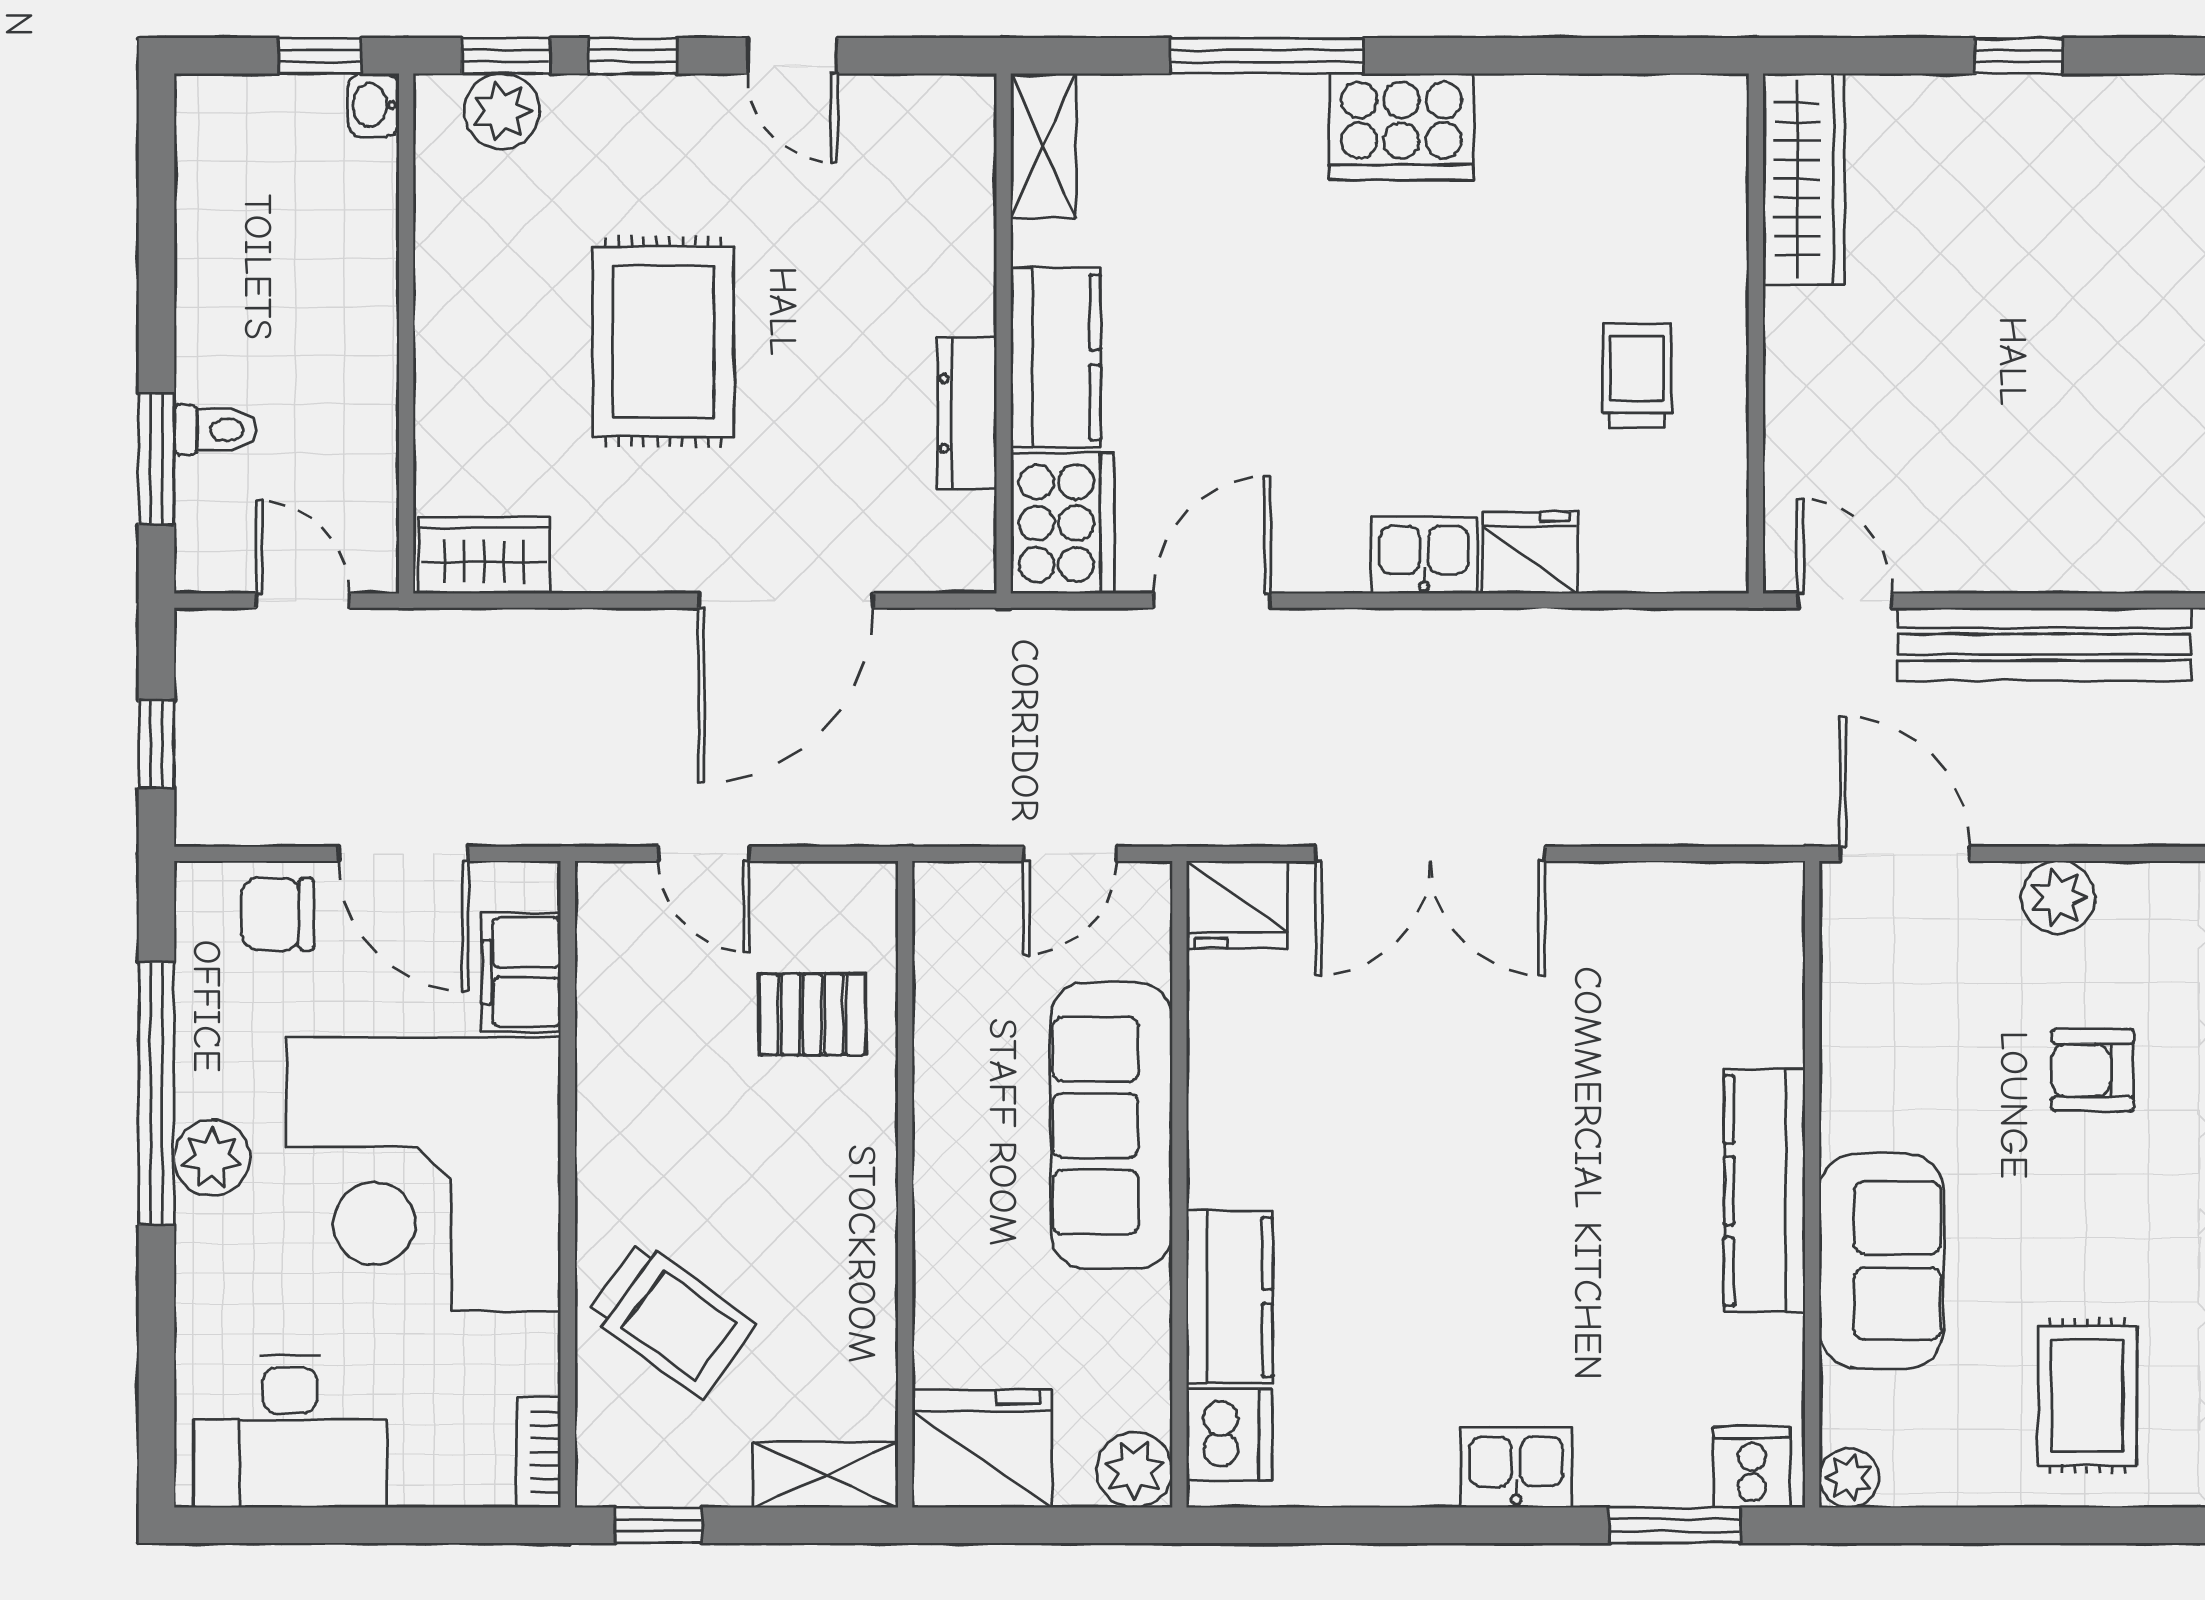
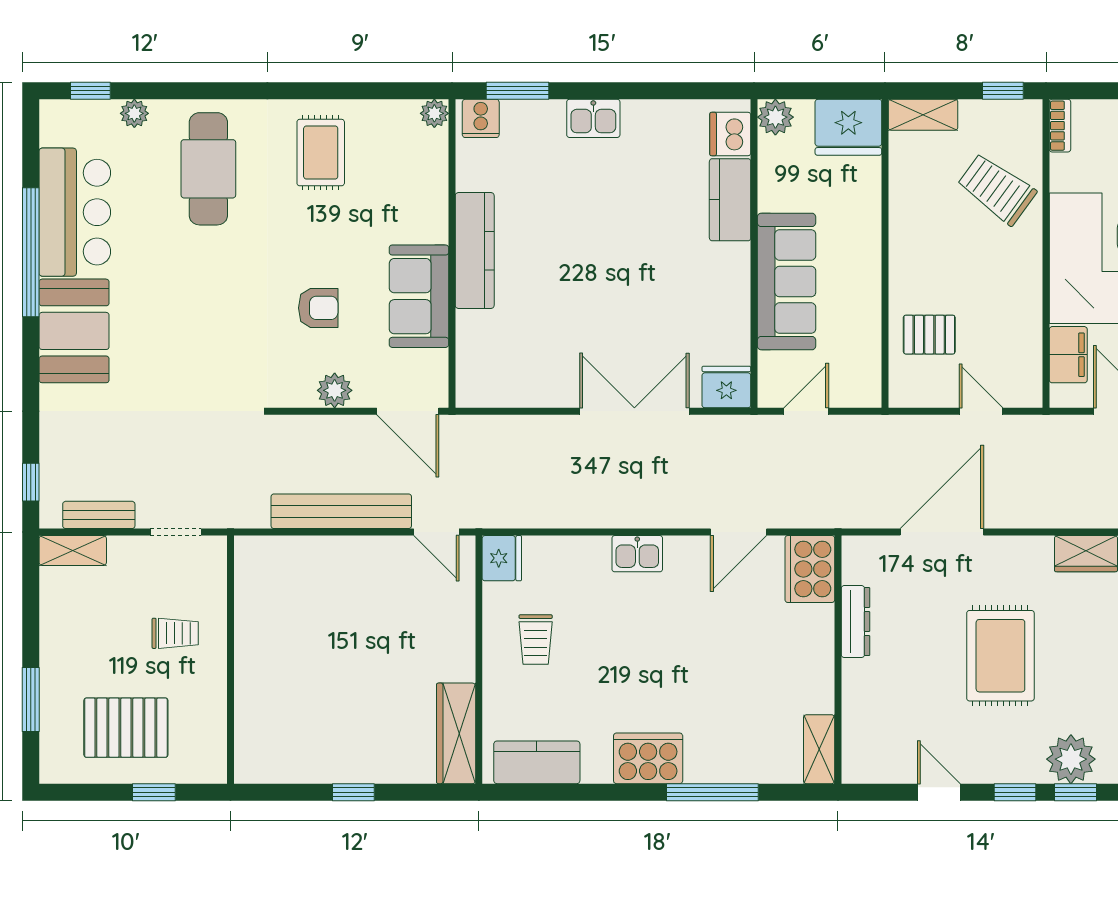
plant: (502, 111) -> (1071, 759), width x1.36, depth x1.36
kitchen counter: (1056, 357) -> (537, 762), moved, turned 90
fridge: (1530, 553) -> (502, 558), moved, turned -90
sofa: (1881, 1261) -> (419, 296), moved

